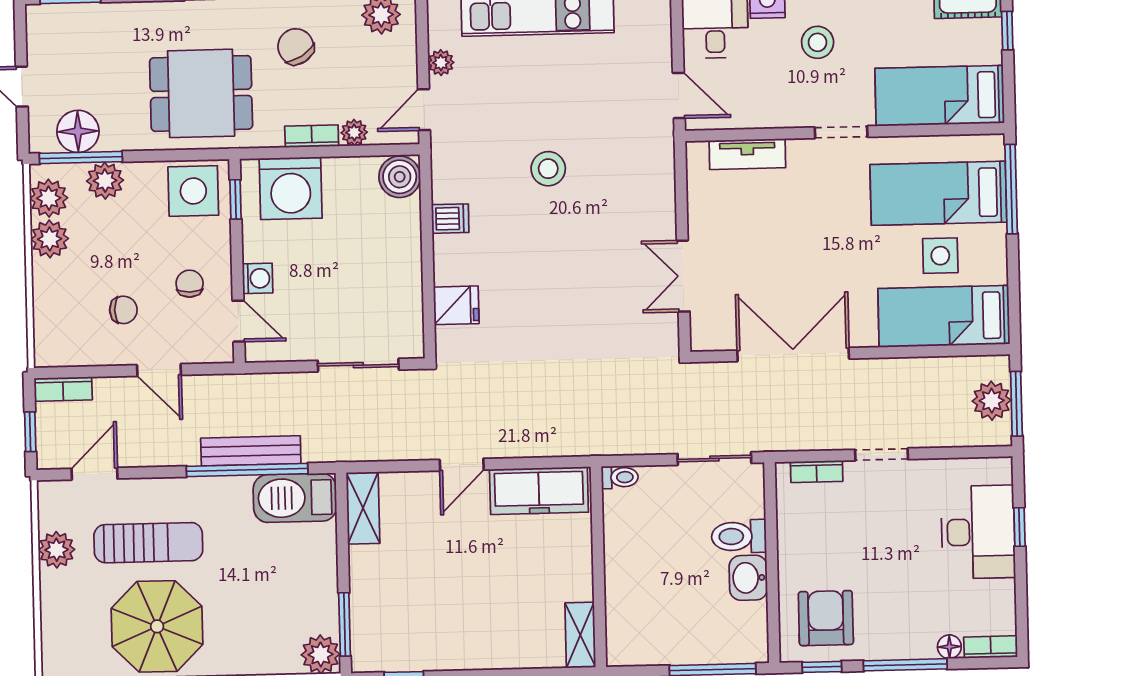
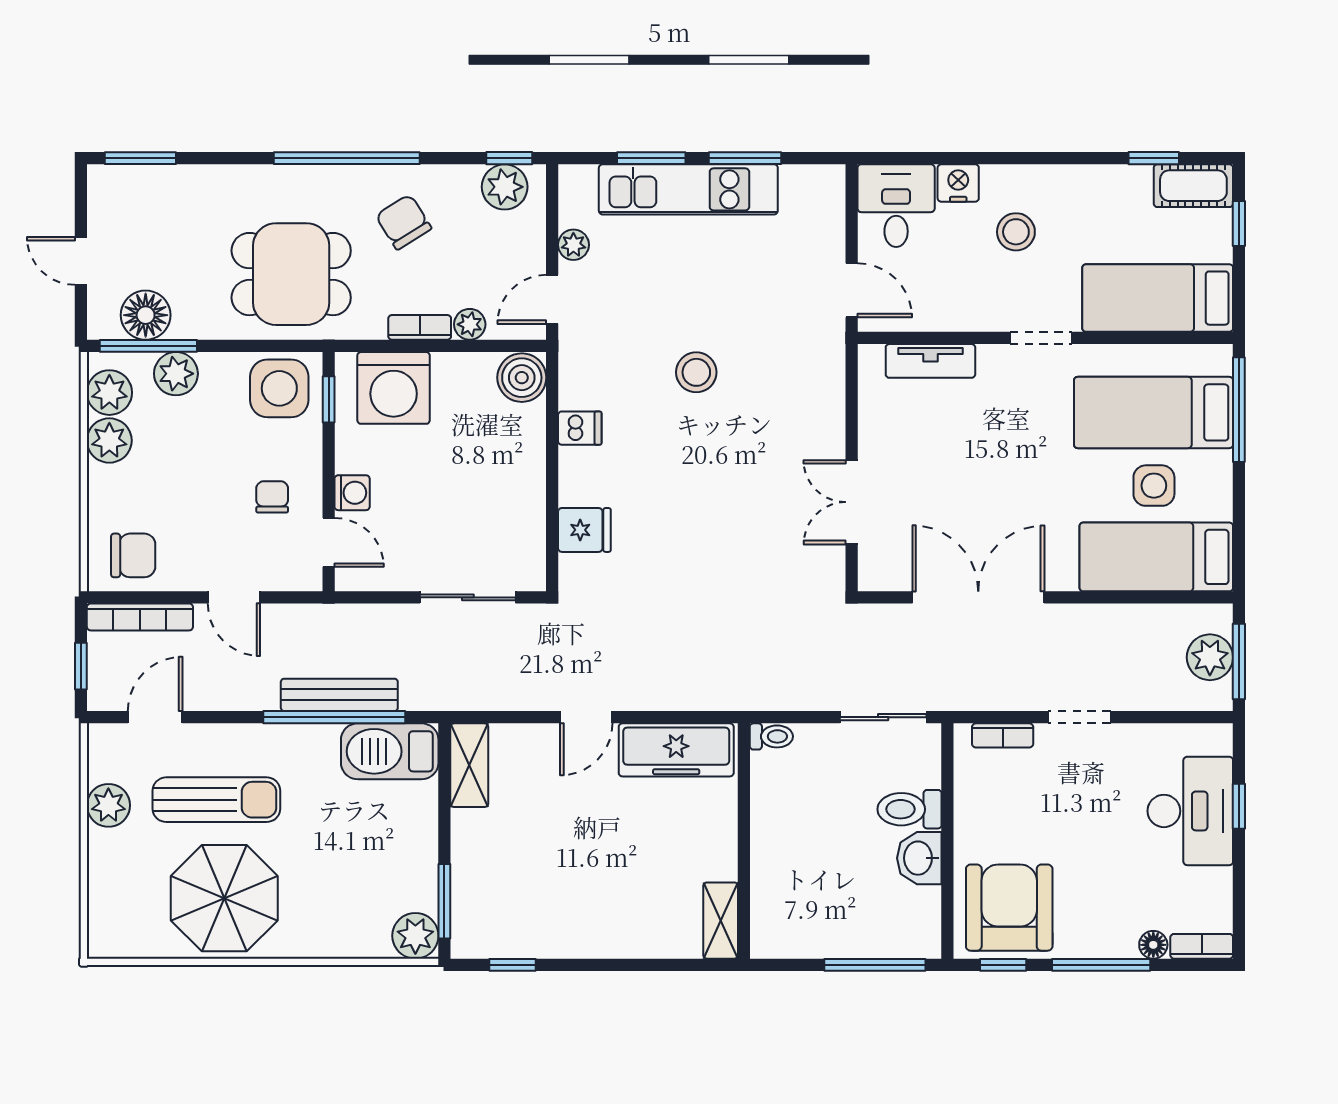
chair: (123, 310) -> (133, 555), moved, width x1.37, depth x1.37
bookcase: (63, 389) -> (140, 617), width x1.56
armchair: (826, 618) -> (1009, 908), width x1.36, depth x1.36

